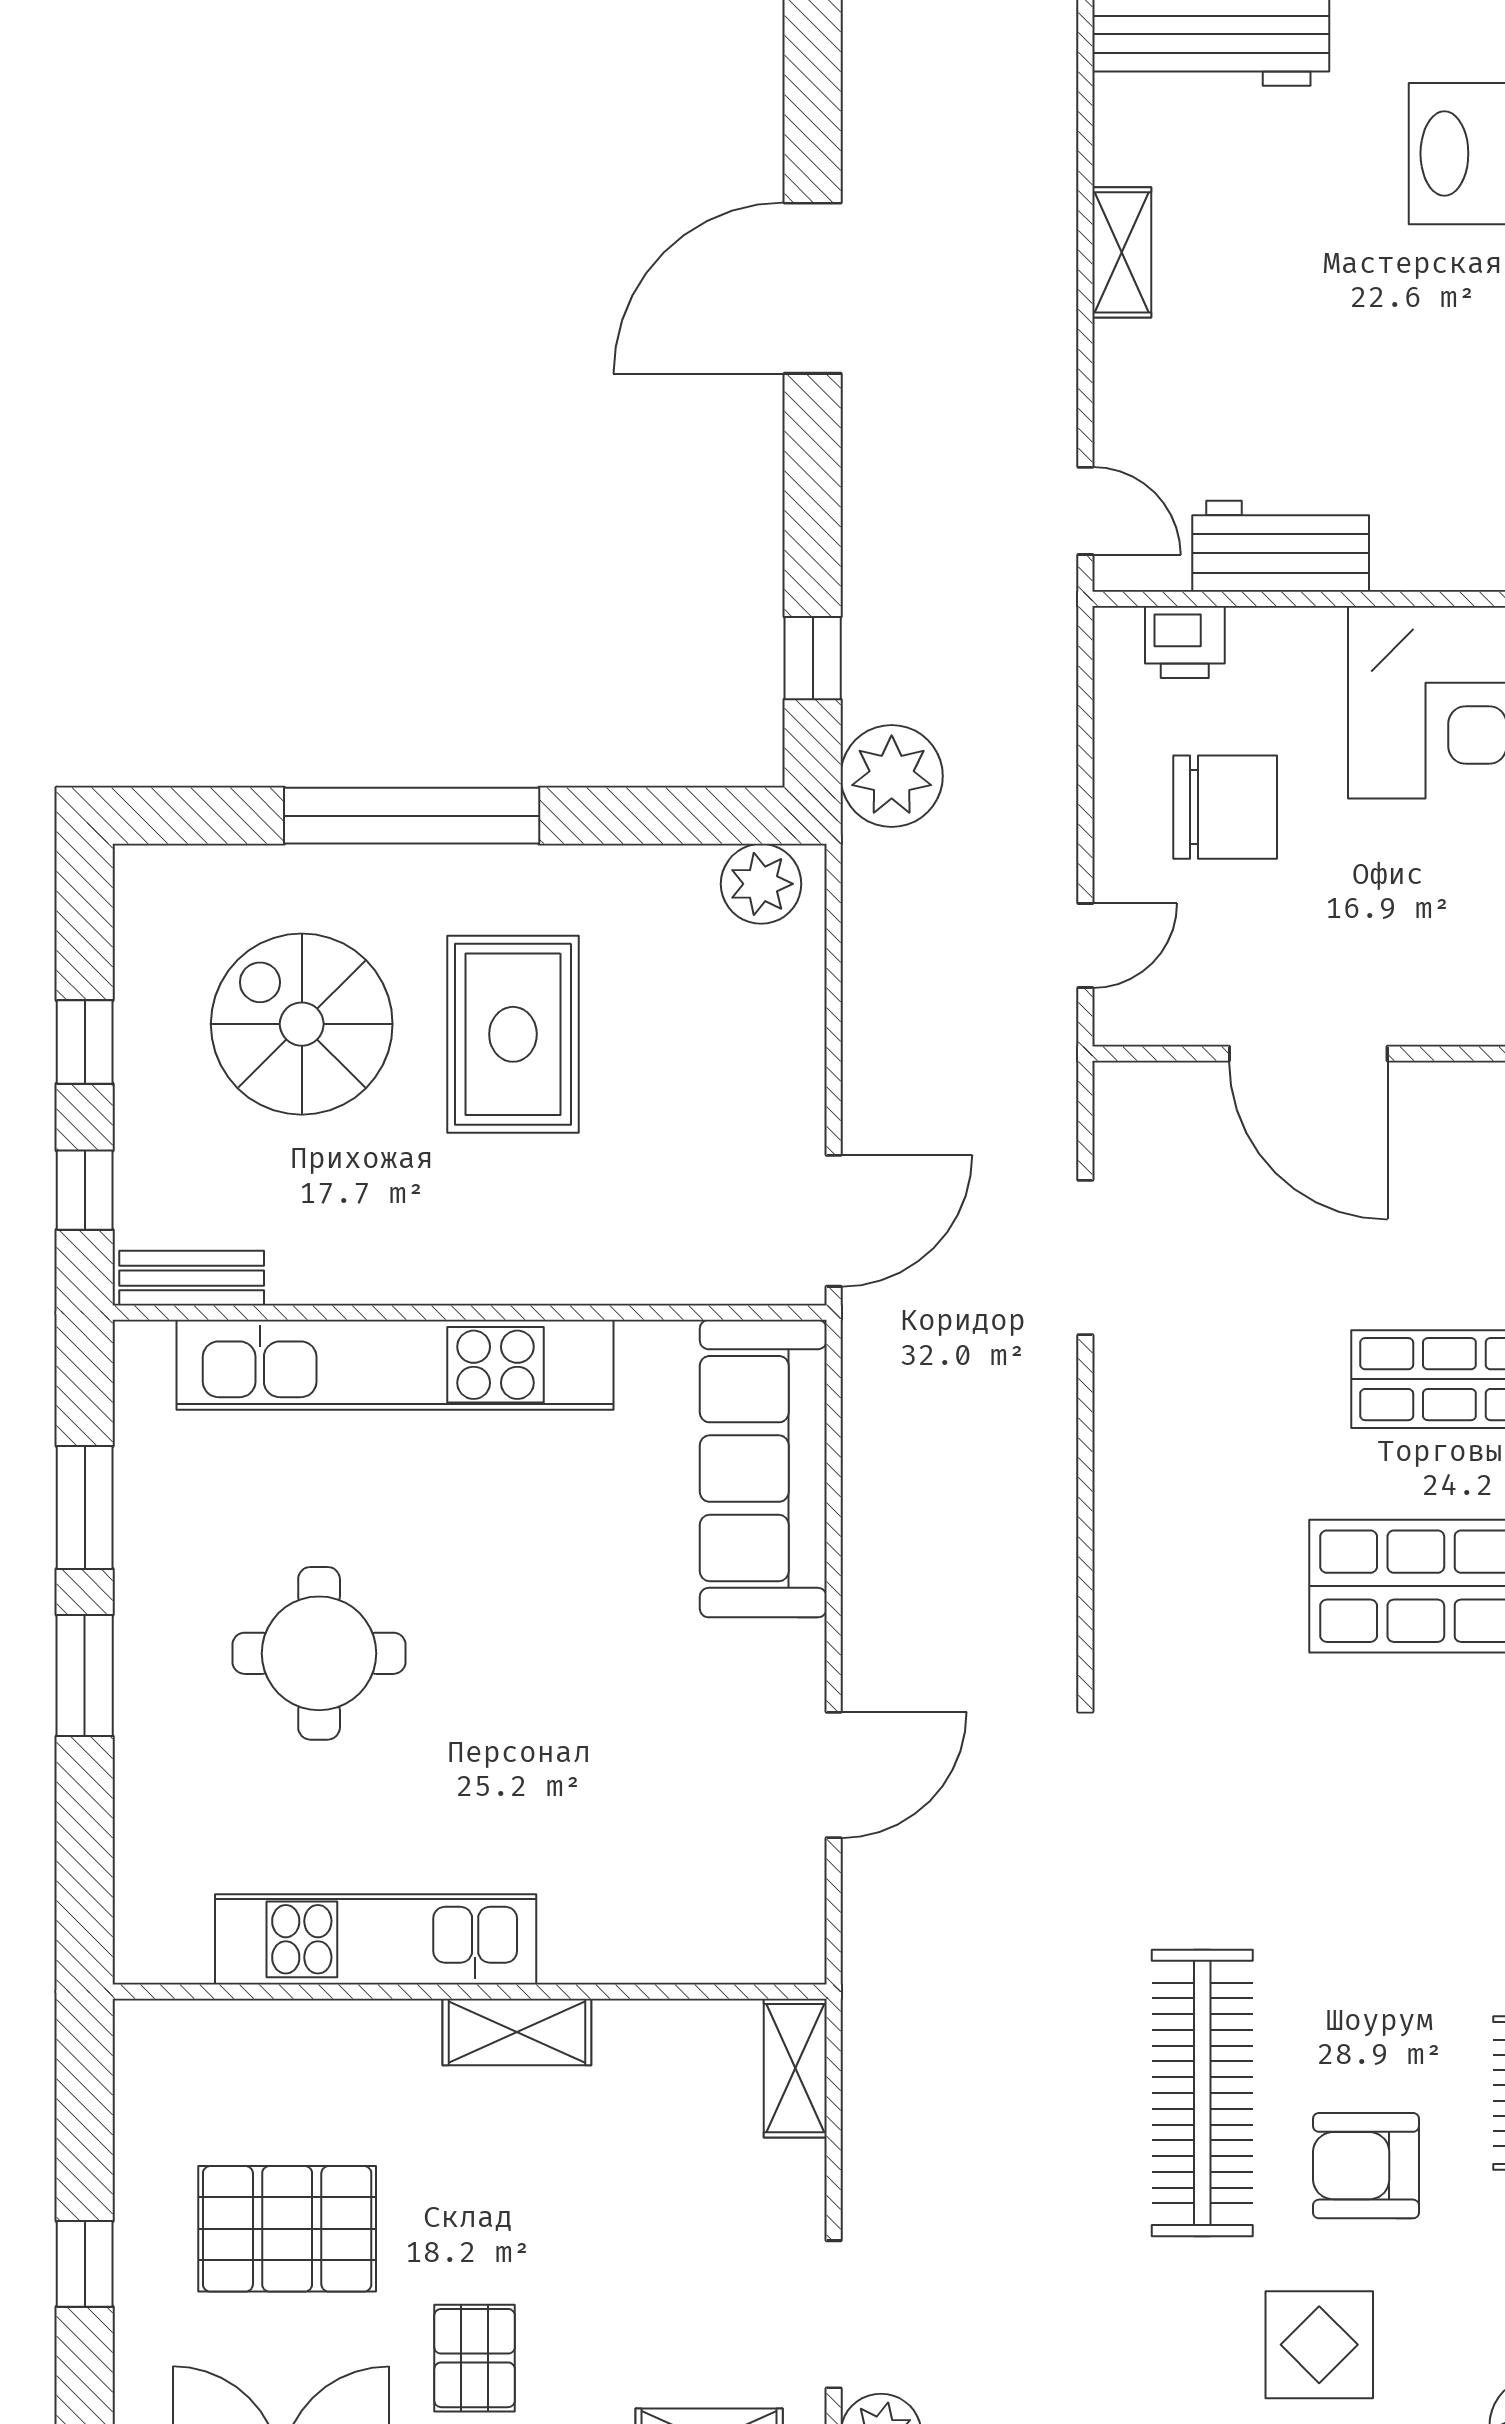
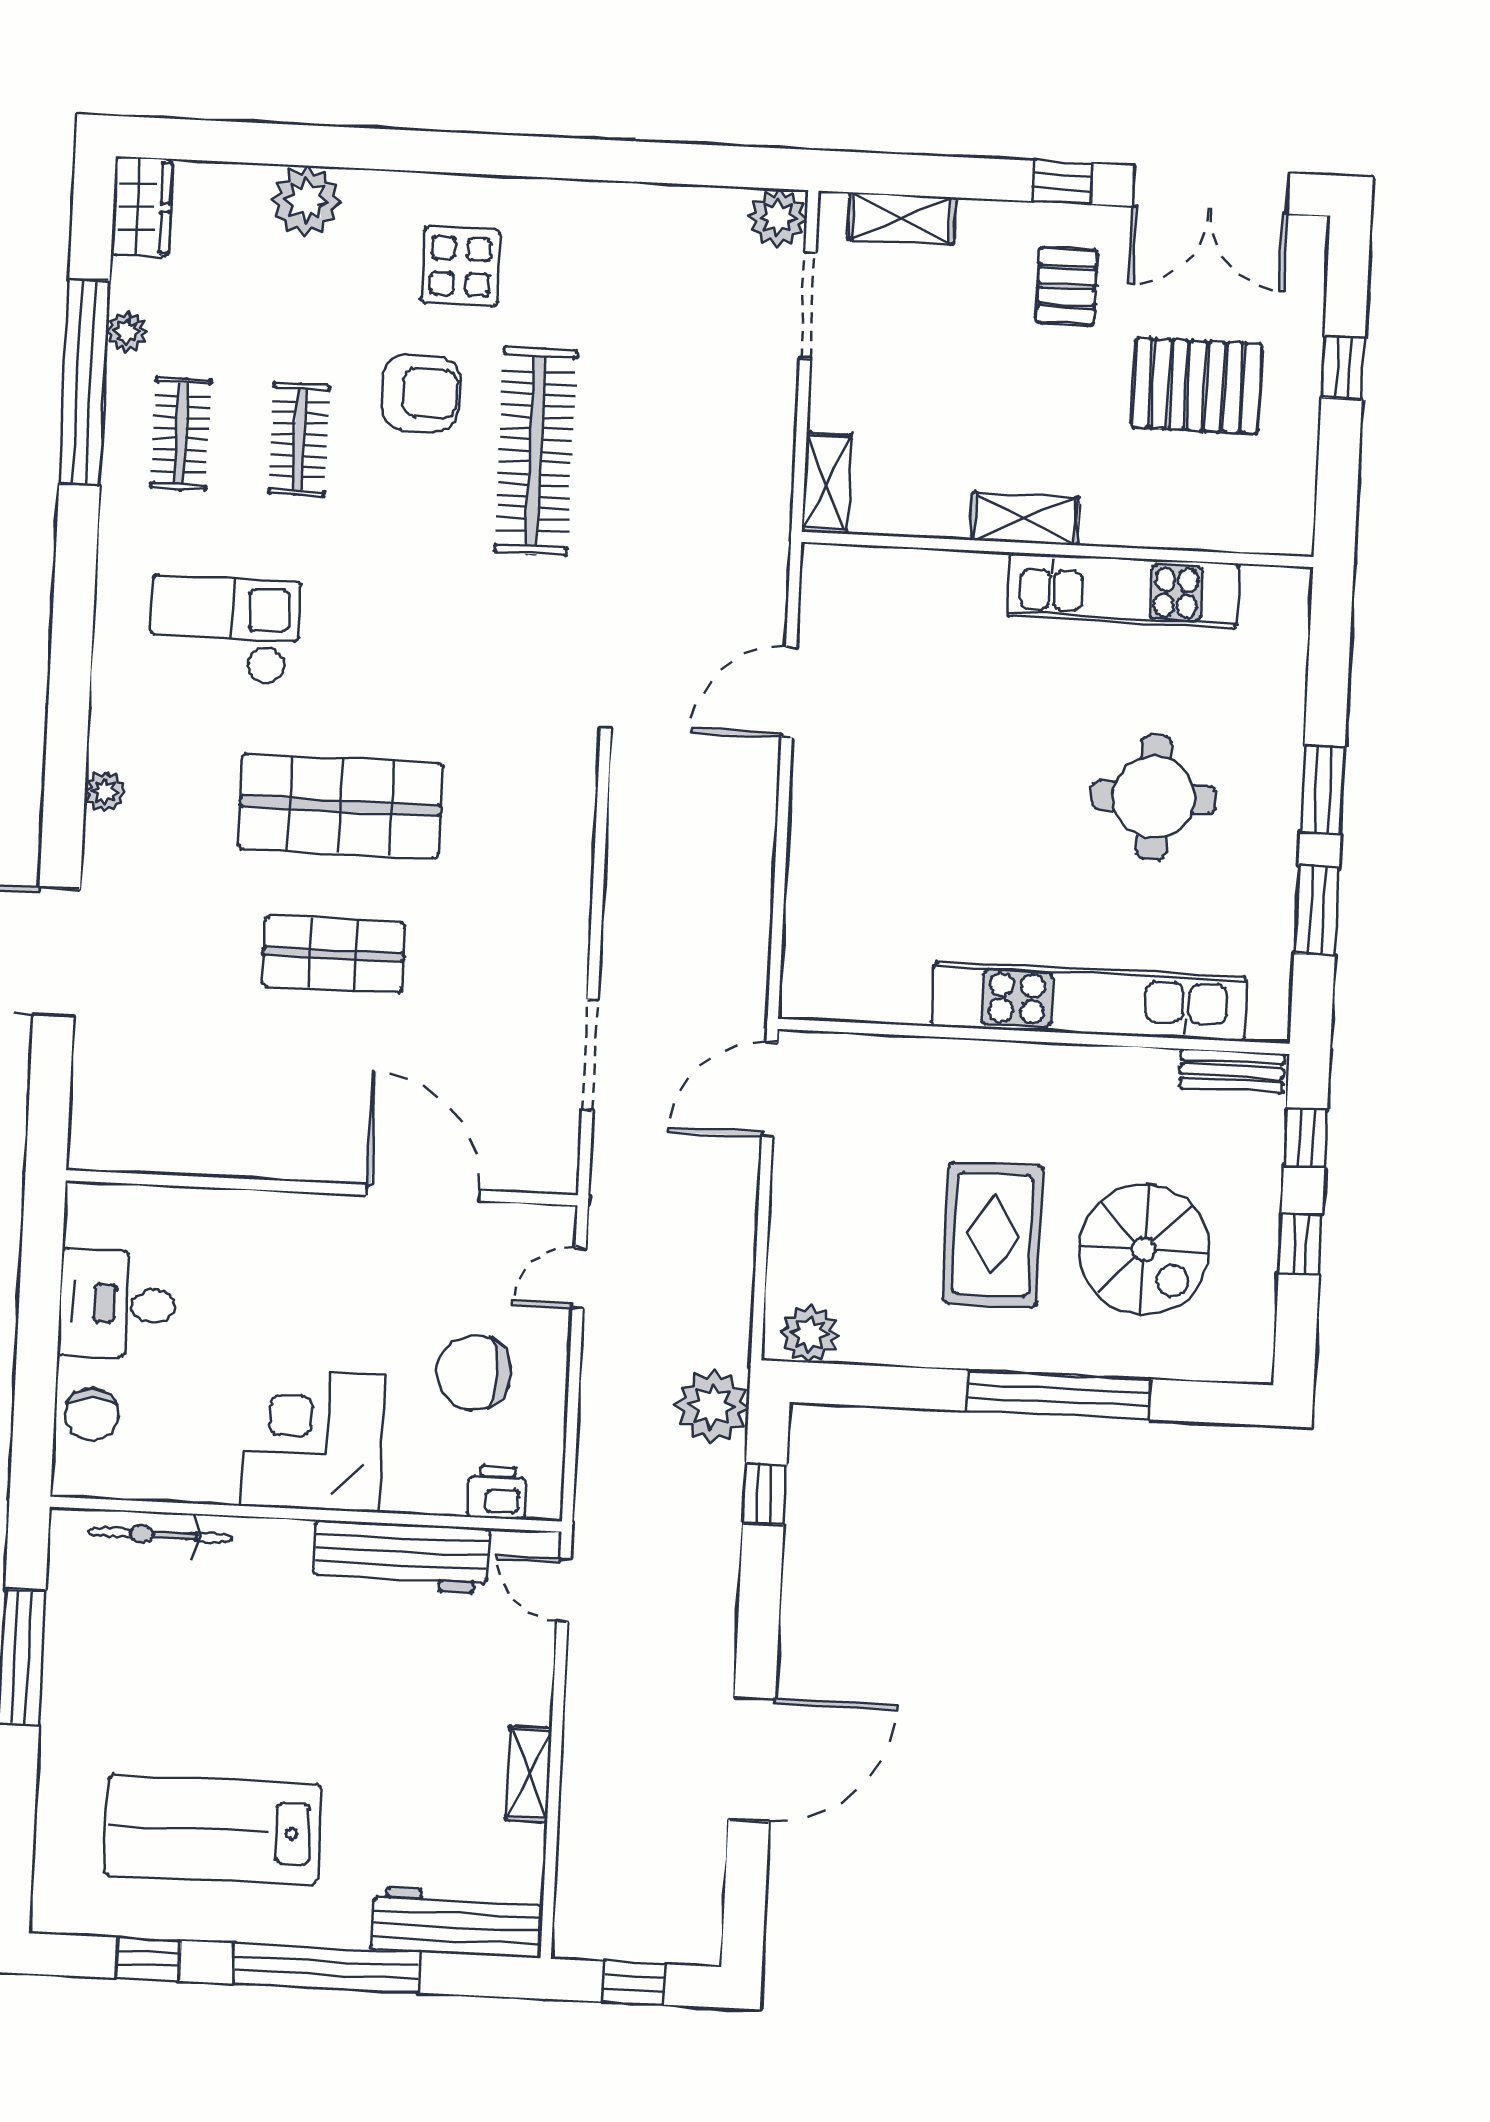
workbench: (1281, 546) -> (401, 1557), width x1.38
sofa: (763, 1469) -> (829, 914), removed

